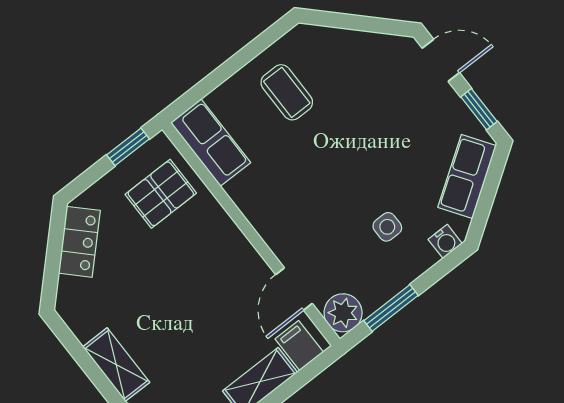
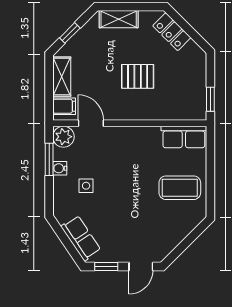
coffee table: (287, 92) -> (180, 188), width x1.36, depth x1.30
pallet: (161, 194) -> (138, 76), moved, turned 90
water cooler: (445, 241) -> (60, 168), moved
locker: (79, 242) -> (172, 32), moved

